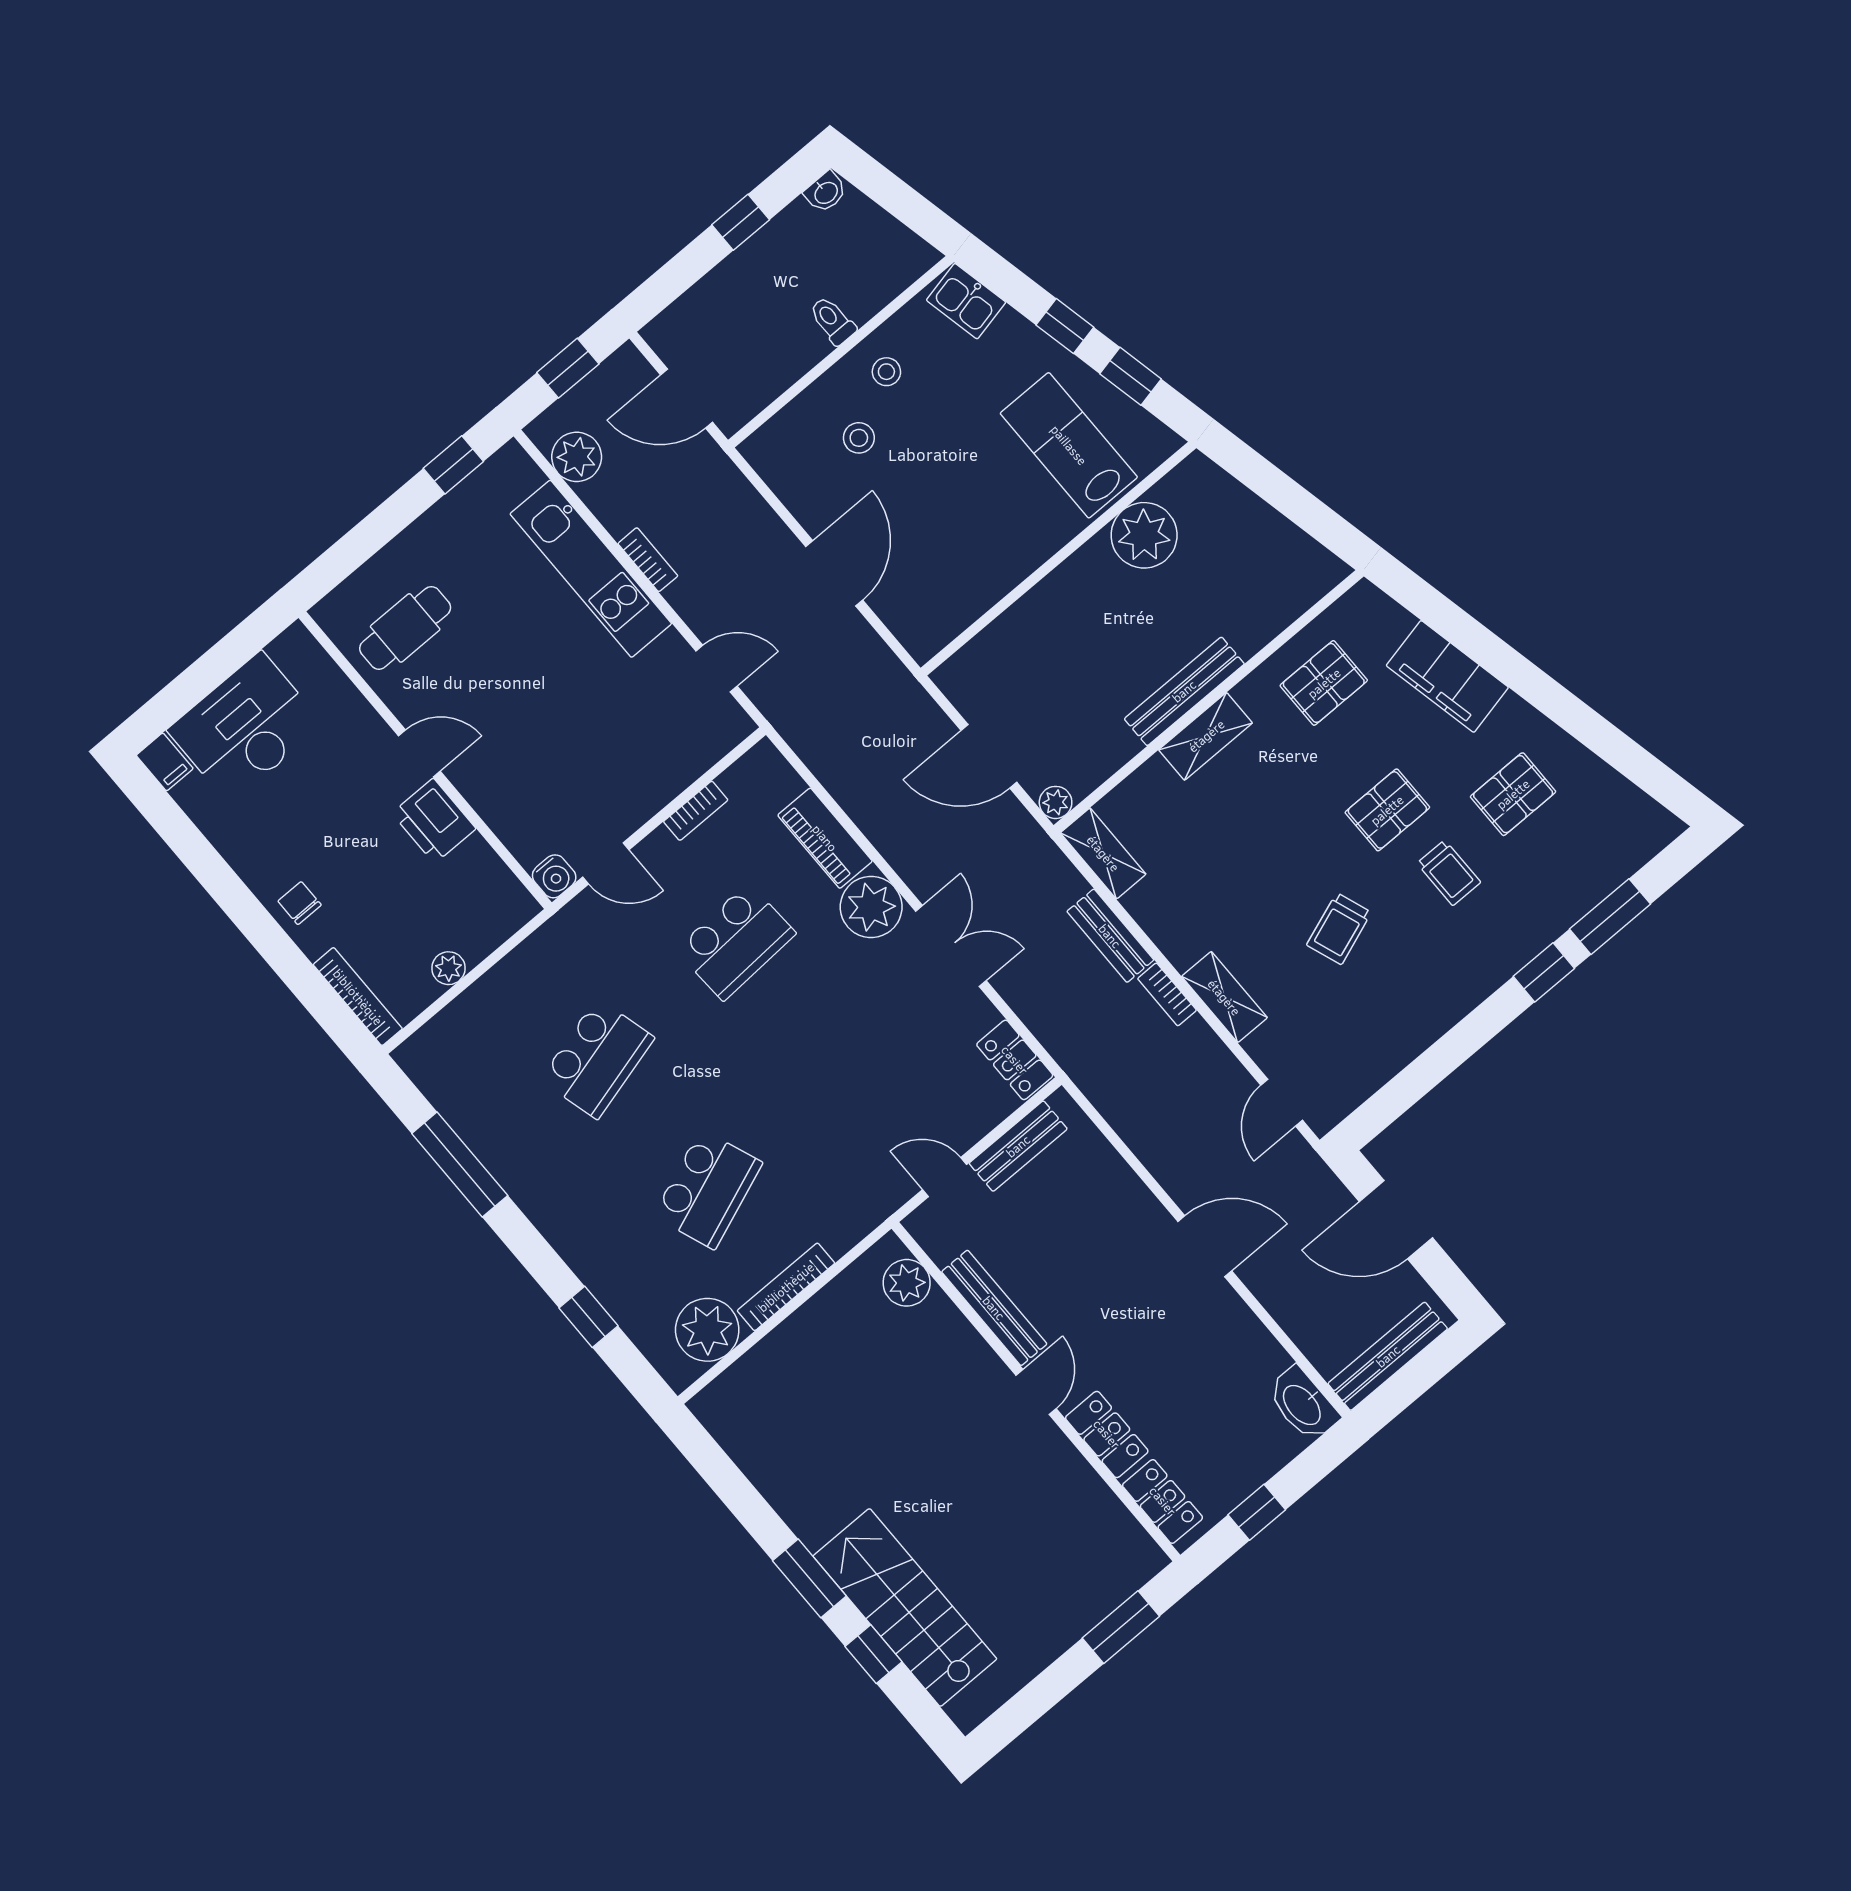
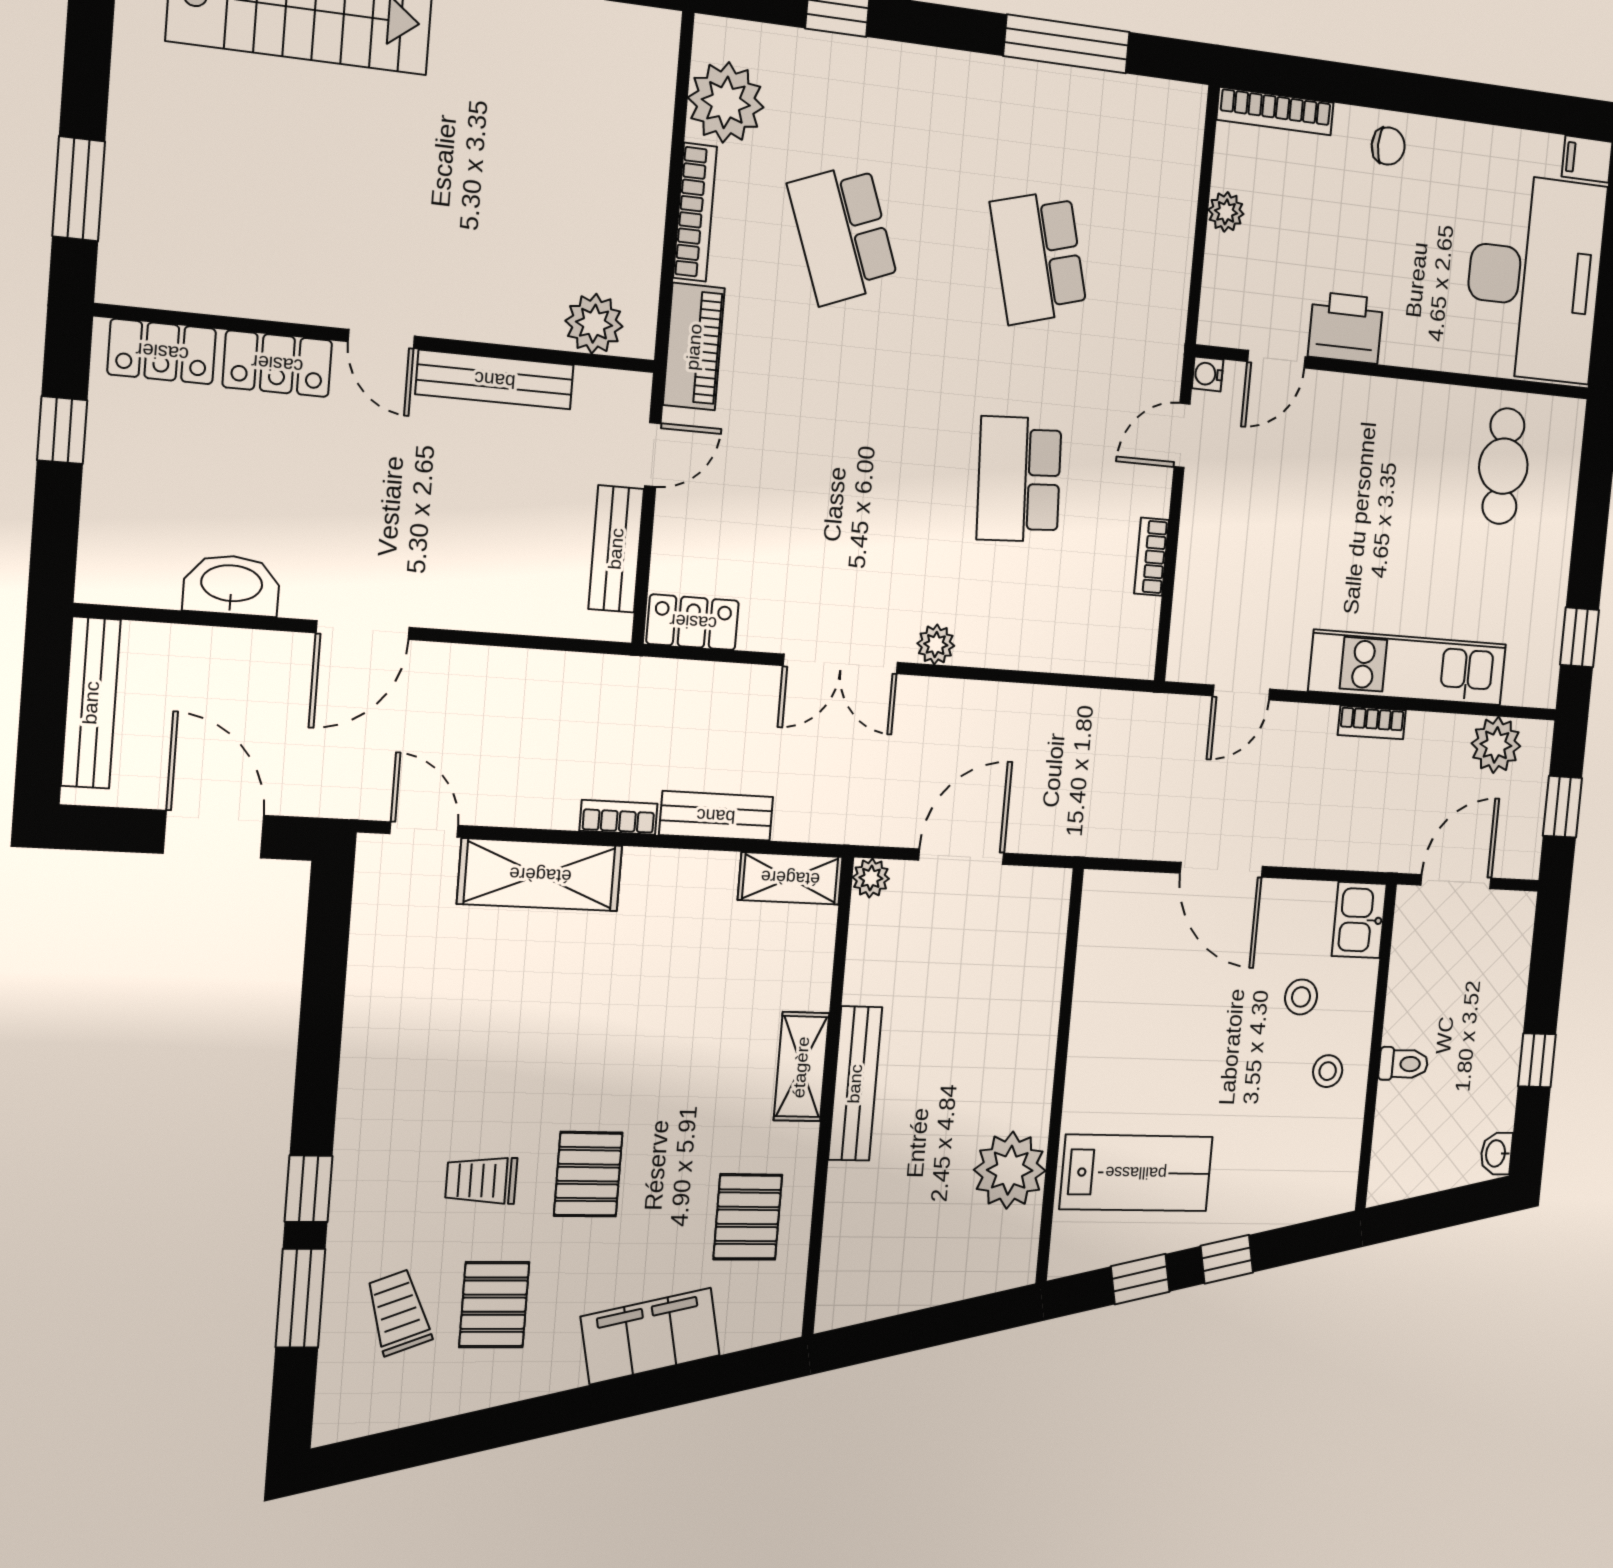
kitchen sink: (966, 301) -> (1359, 920), moved, turned -78
desk: (245, 727) -> (1534, 278), width x1.36, depth x1.30
door: (419, 753) -> (1276, 359), moved
piano: (825, 838) -> (694, 347), moved, turned 90
water cooler: (554, 876) -> (1208, 374), width x0.72, depth x0.72
plant: (871, 907) -> (936, 644), width x0.53, depth x0.53
trolley: (1339, 929) -> (398, 1312), moved
shelving: (1224, 997) -> (540, 875), width x1.50, depth x1.33
door: (1396, 1220) -> (214, 834), hinge flipped
washbasin: (1303, 1404) -> (232, 585), moved

